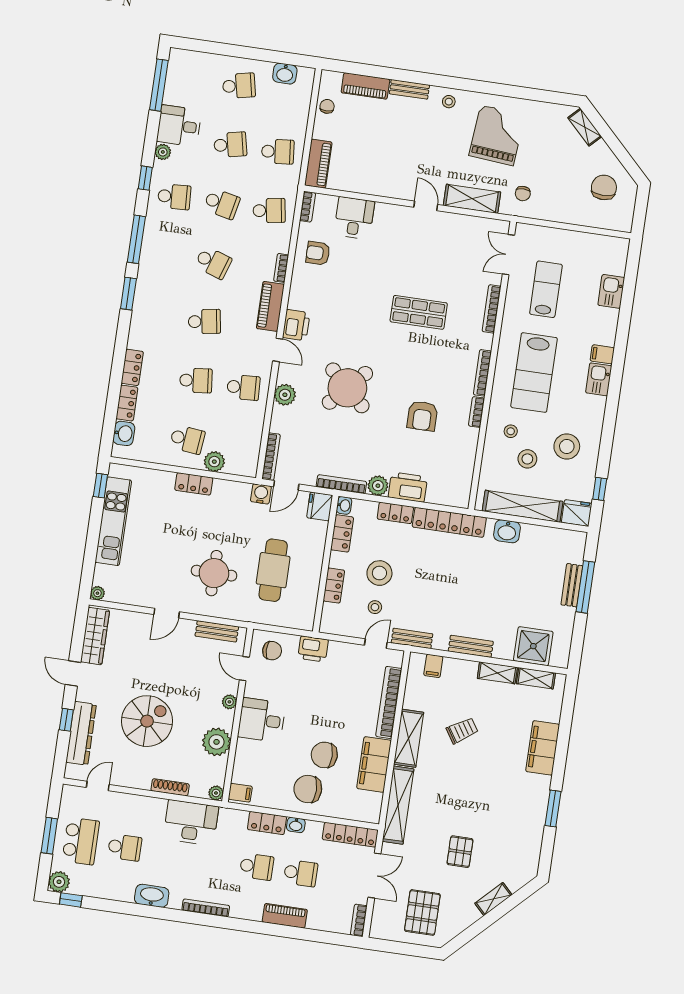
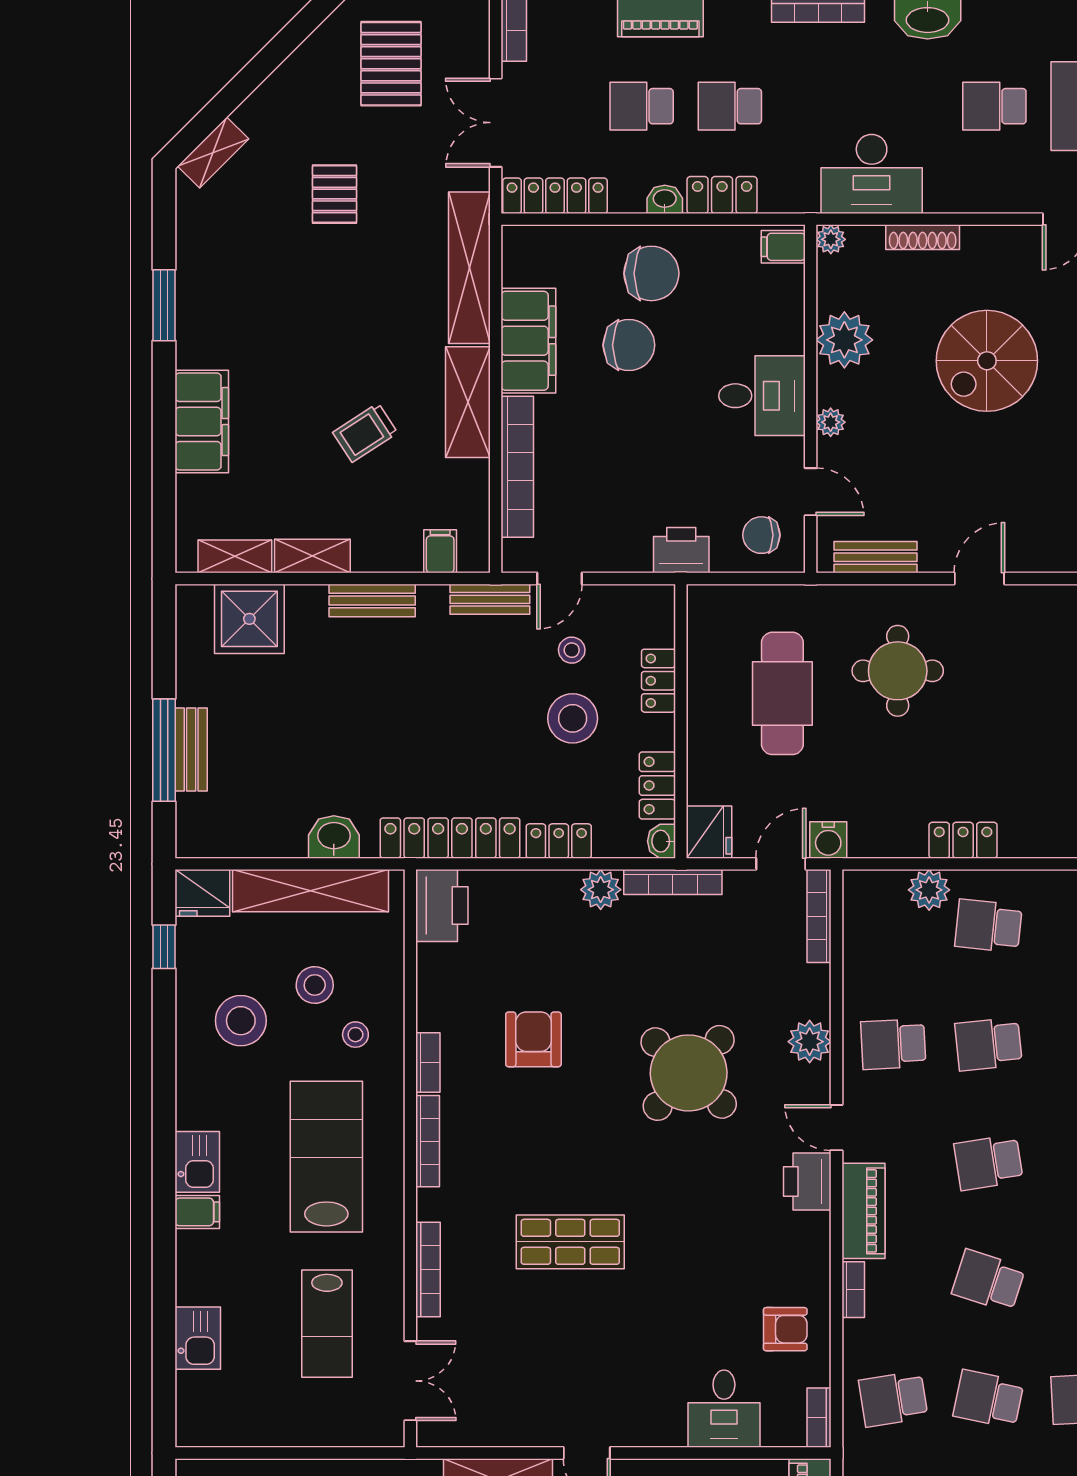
printer: (408, 487) -> (442, 905), moved, turned -90
shelving: (493, 899) -> (213, 153), moved

